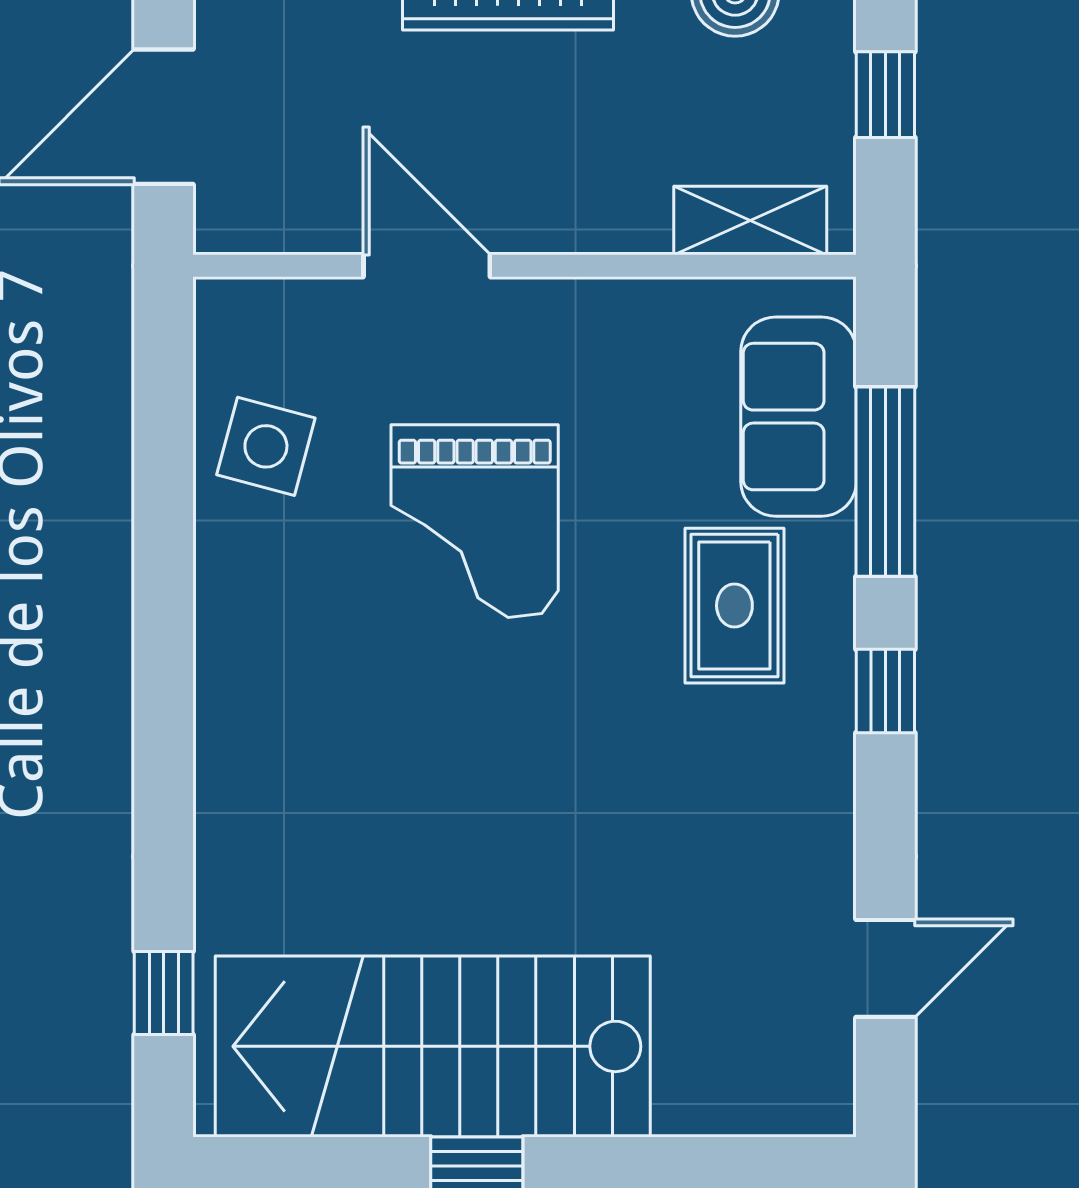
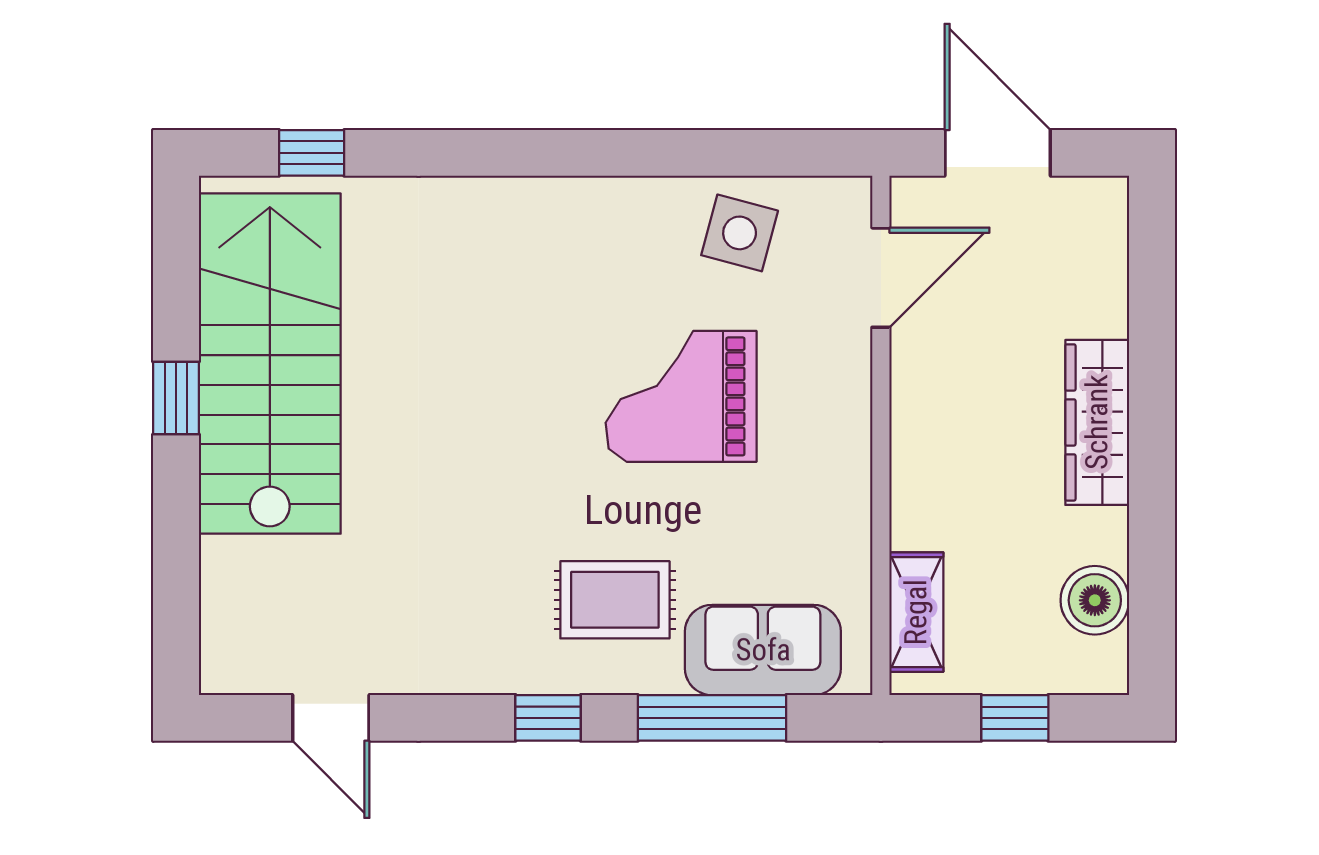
door: (427, 266) -> (881, 278), moved

